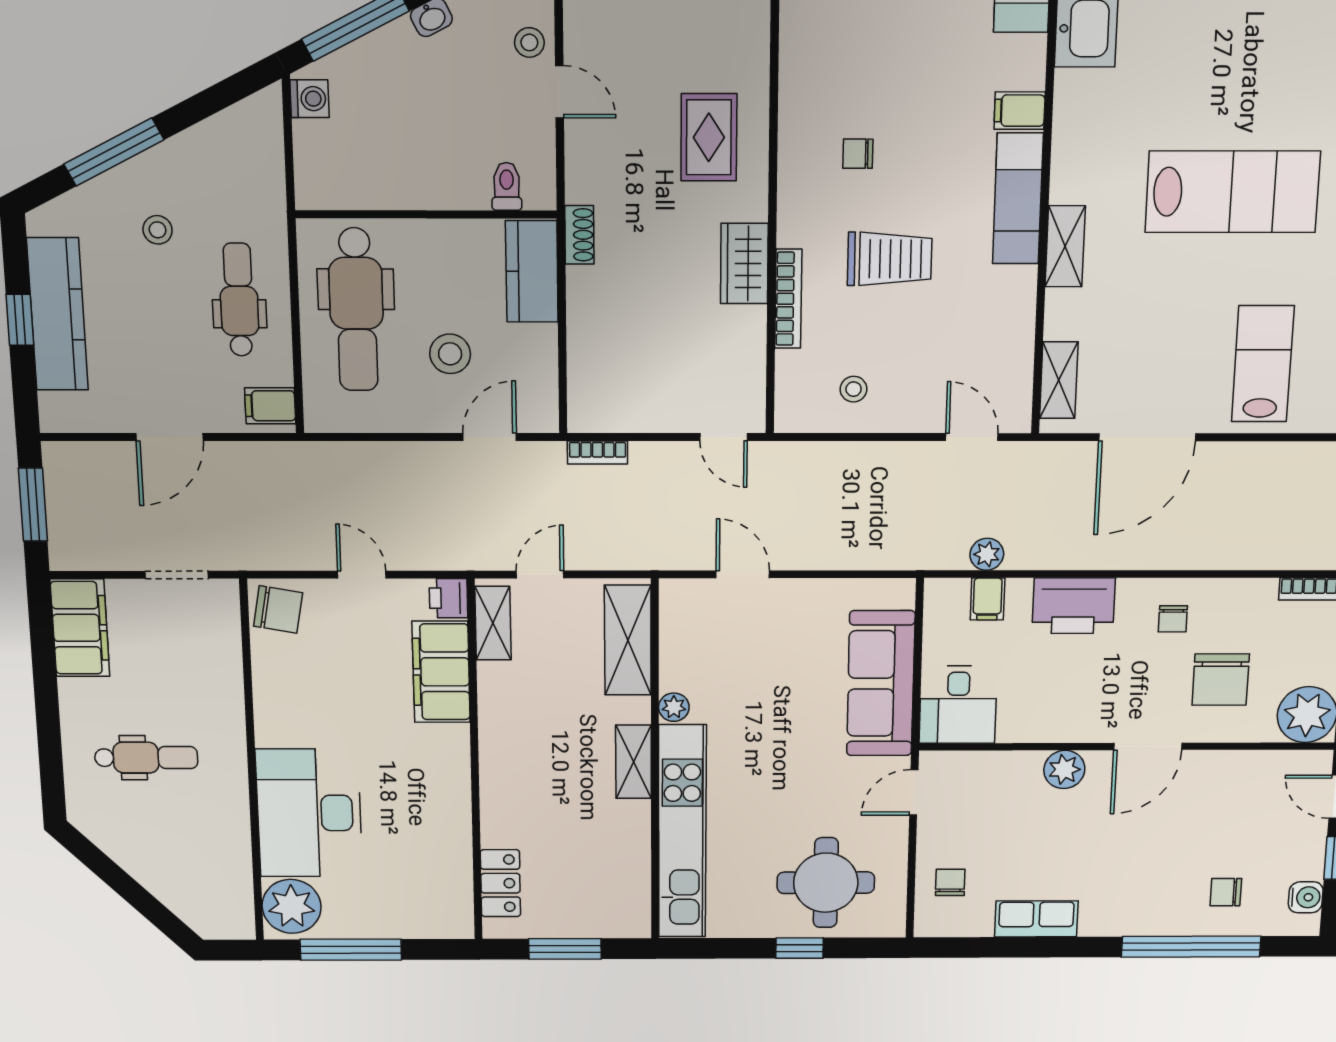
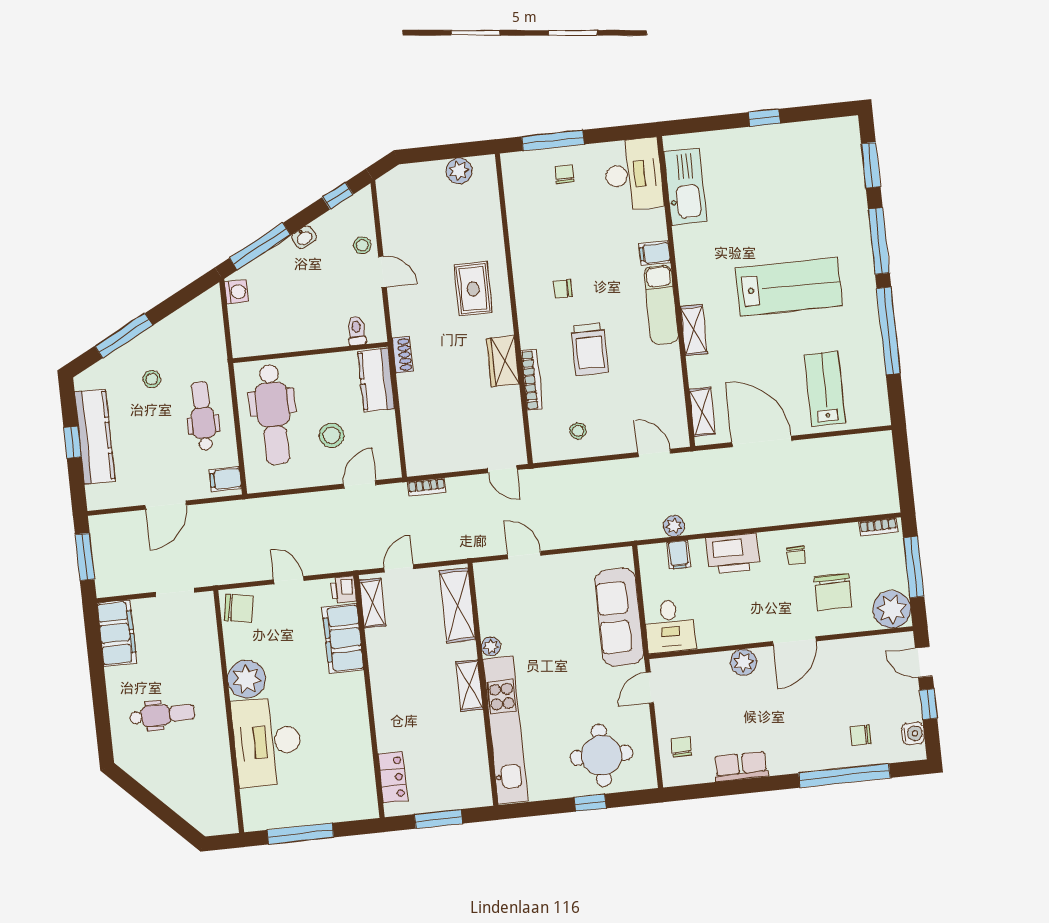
trolley: (890, 259) -> (590, 349), turned 90
door: (1147, 437) -> (762, 441), swing flipped
plant: (292, 906) -> (247, 679), moved

